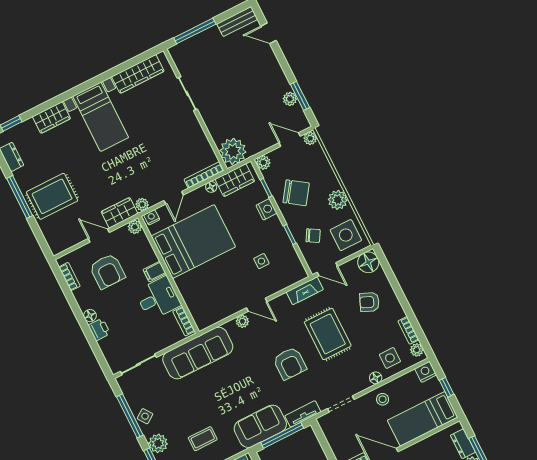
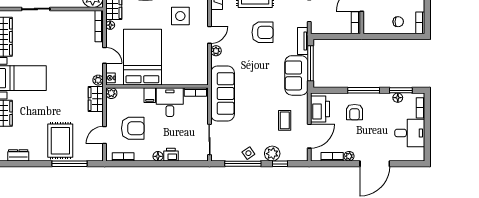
window: (20, 197) -> (70, 164), moved
door: (99, 235) -> (105, 135), moved
side table: (261, 261) -> (180, 16), width x1.87, depth x1.87

